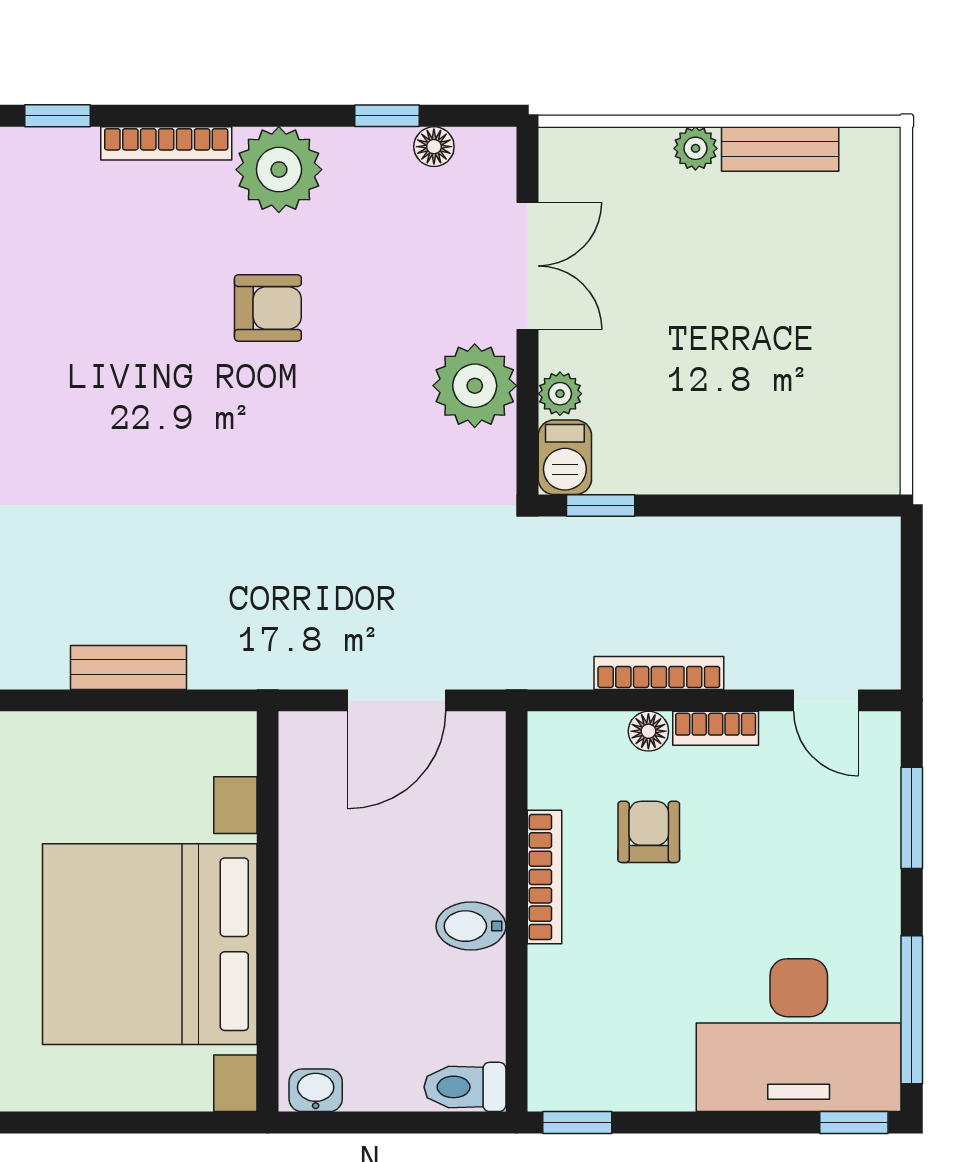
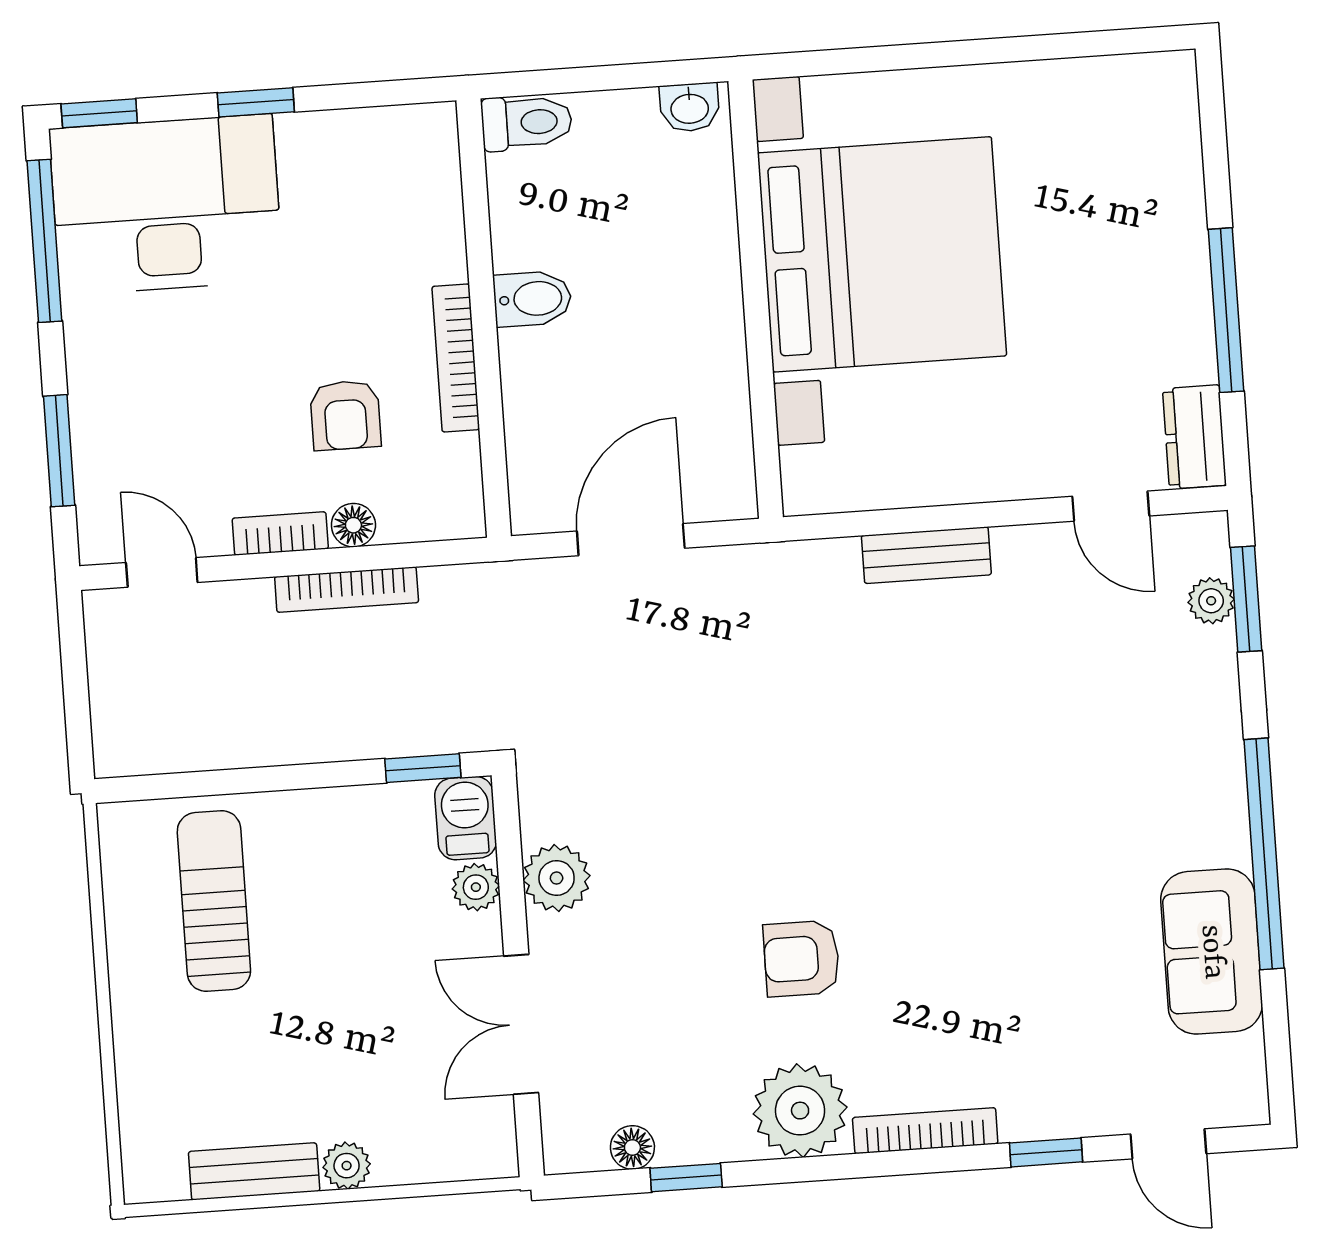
plant: (475, 386) -> (557, 878), width x0.73, depth x0.73
sun lounger: (799, 398) -> (214, 901), added
window: (577, 1123) -> (256, 102), moved

